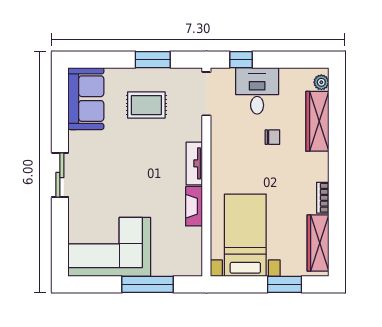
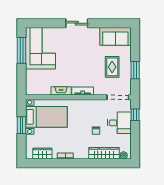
wardrobe: (318, 243) -> (42, 154), width x0.67
window: (148, 284) -> (22, 50), moved
window: (284, 284) -> (22, 125), moved

